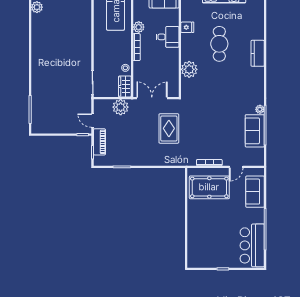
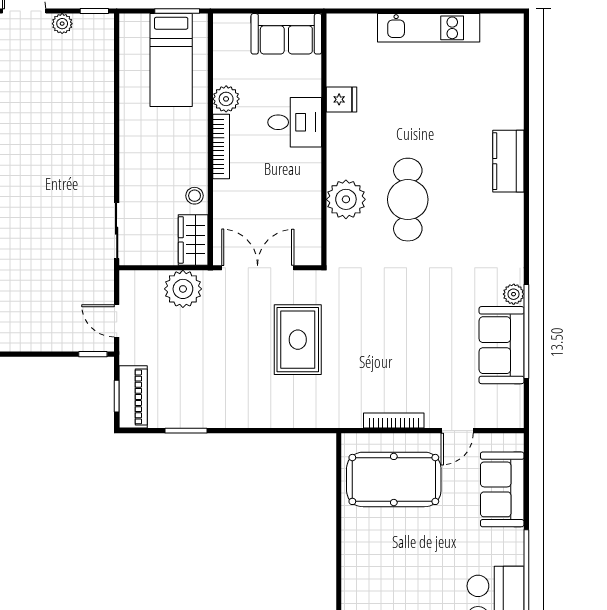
cafe table: (219, 44) -> (408, 200), moved
piano: (99, 142) -> (133, 397), moved

